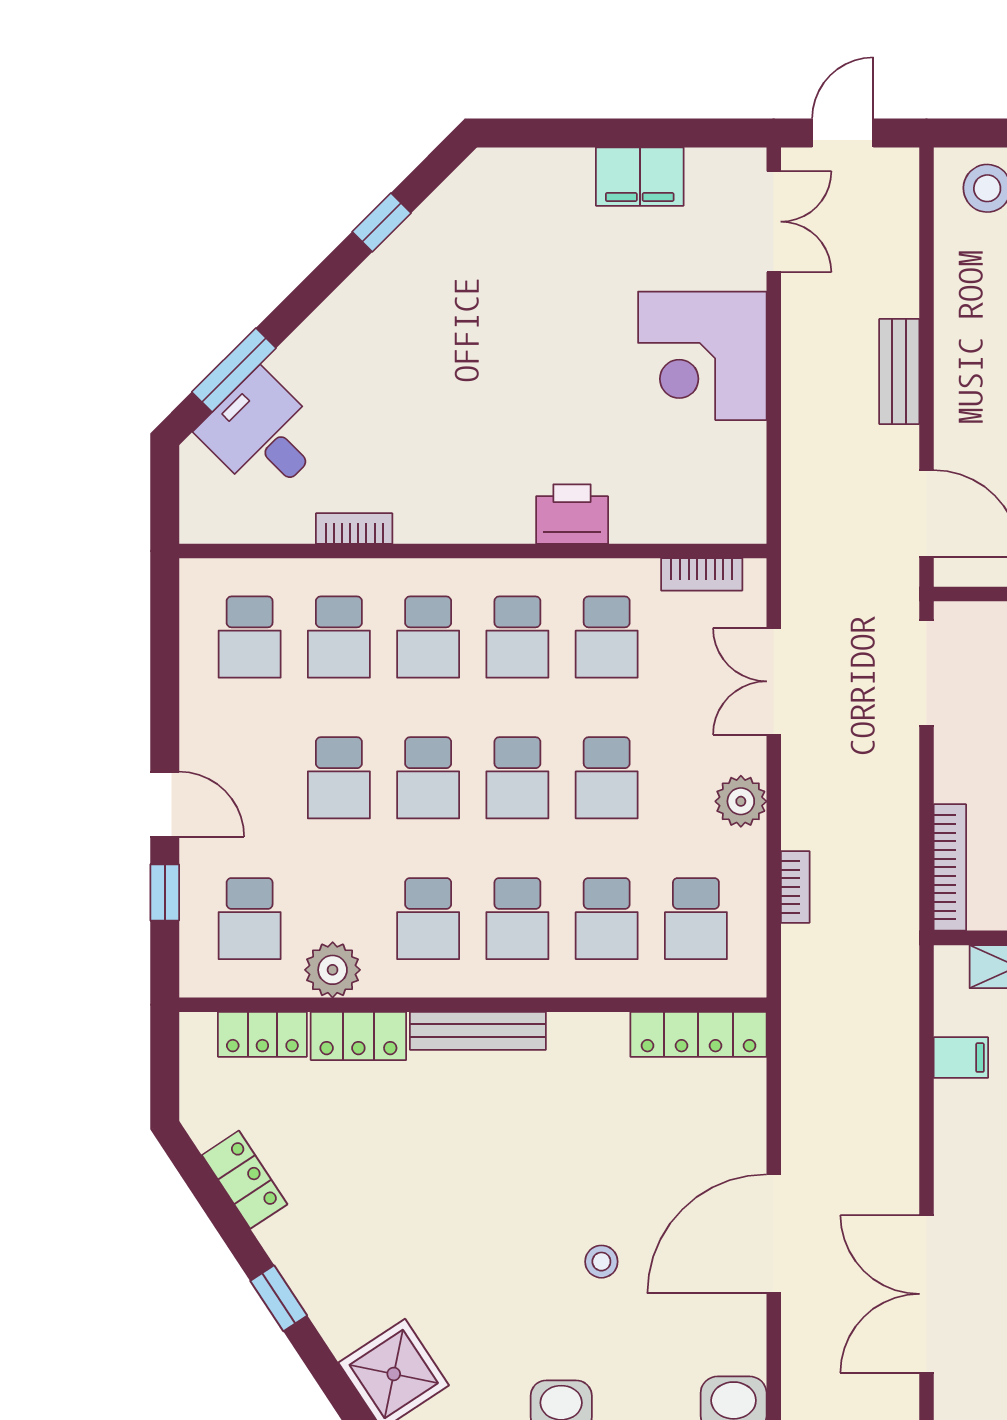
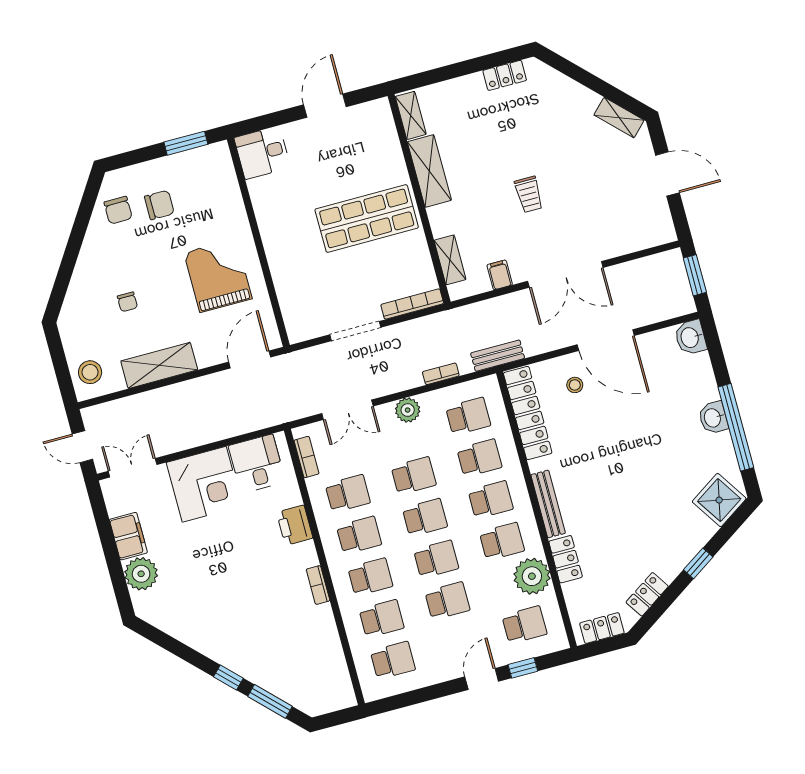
plant: (558, 182) -> (141, 574), added
window: (382, 222) -> (228, 677), moved
shelving: (963, 330) -> (159, 365), added
bench: (899, 372) -> (498, 356), moved
desk: (263, 434) -> (257, 464), moved, turned 135
bookcase: (354, 528) -> (318, 585), moved
doorway: (927, 673) -> (355, 331), moved
plant: (333, 970) -> (532, 576), width x1.36, depth x1.36
locker: (262, 1034) -> (602, 628), moved, turned -90
locker: (698, 1034) -> (528, 413), width x1.41, depth x1.21
stool: (601, 1262) -> (575, 385), moved
double door: (927, 1294) -> (565, 274), moved

